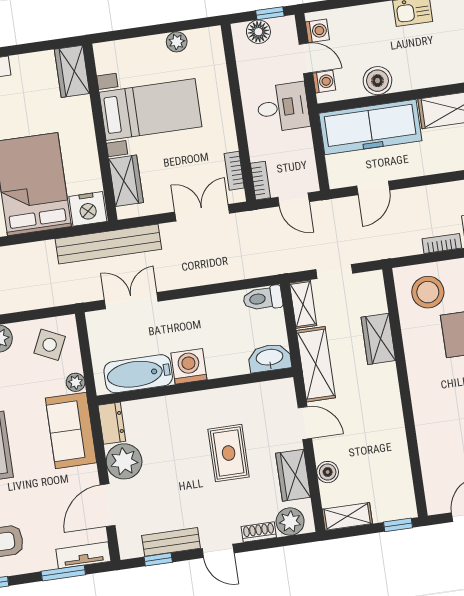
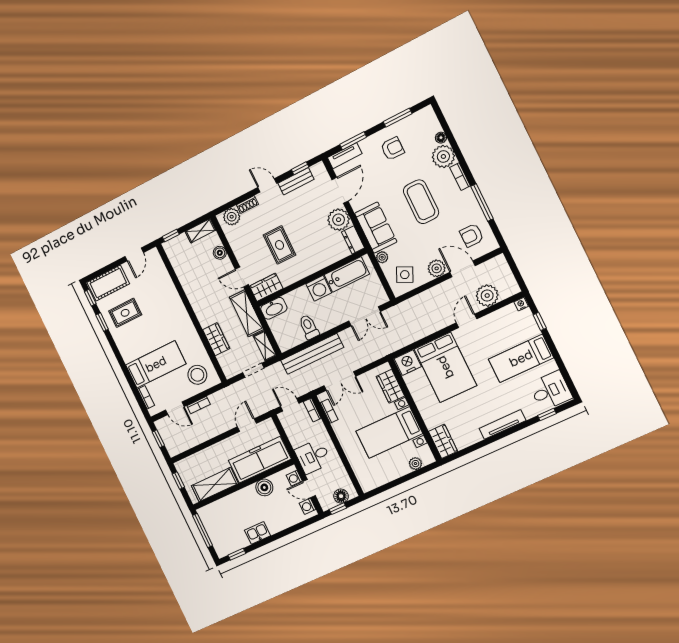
plant: (177, 42) -> (415, 464), moved
bench: (108, 244) -> (312, 354), moved
toilet: (263, 298) -> (309, 327), moved, turned -90
wardrobe: (293, 475) -> (266, 287), moved, turned -90

